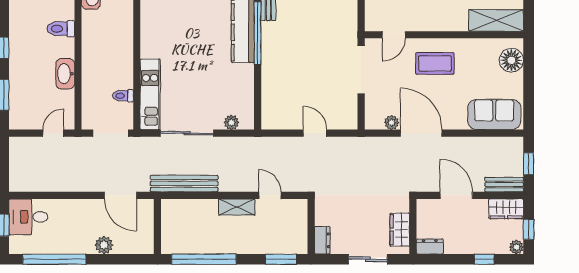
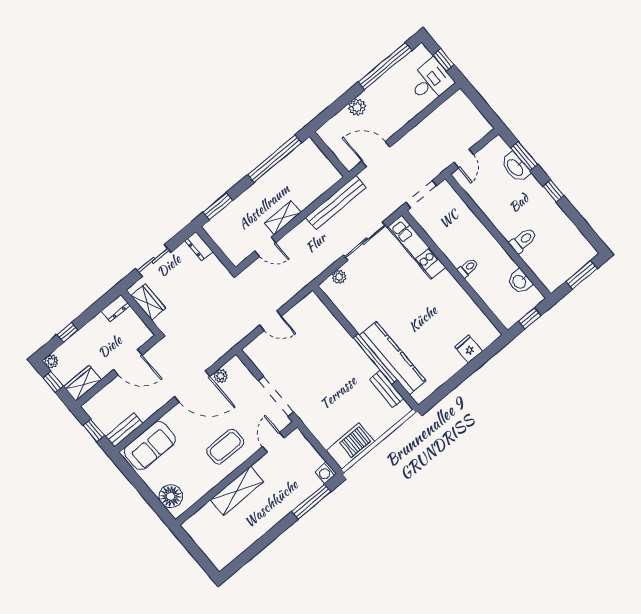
shelving: (496, 20) -> (237, 491), moved
washbasin: (65, 74) -> (515, 167), moved, turned 180
toilet: (123, 96) -> (468, 268), moved
bench: (504, 185) -> (124, 430), moved

